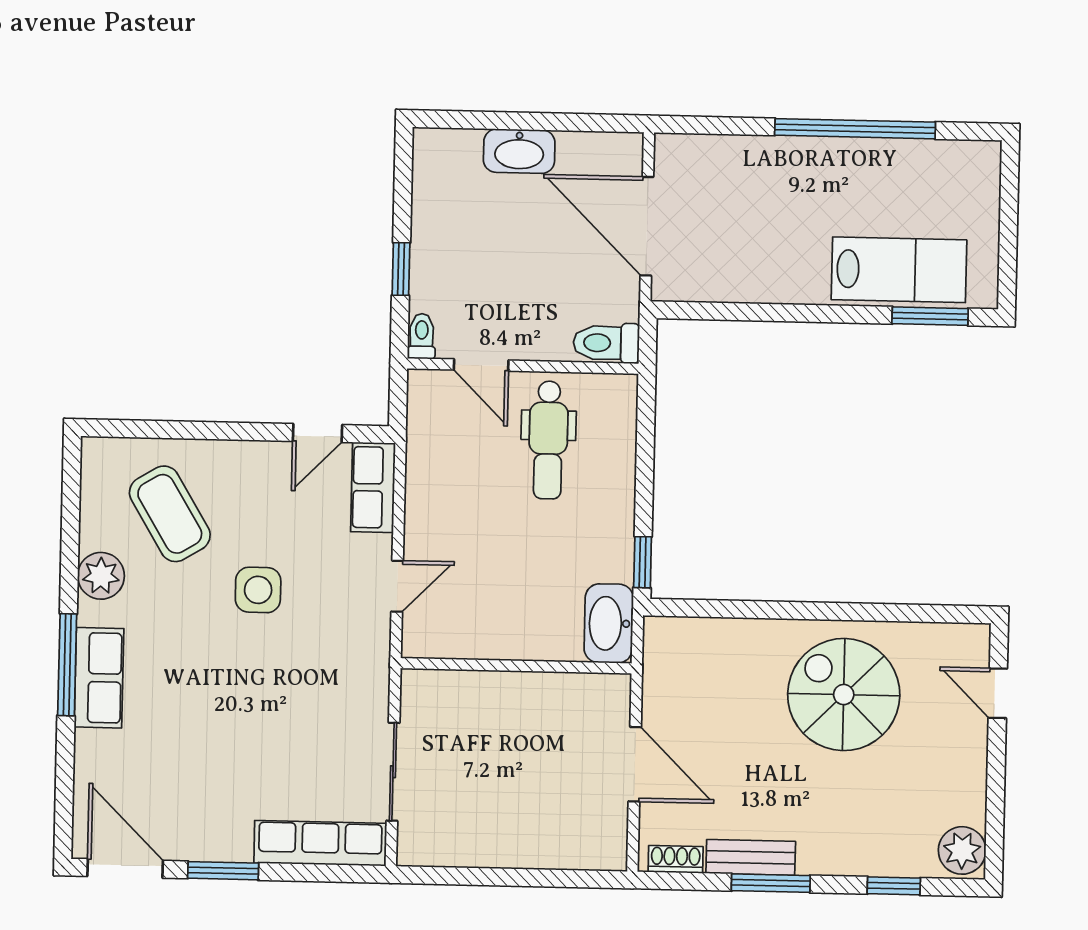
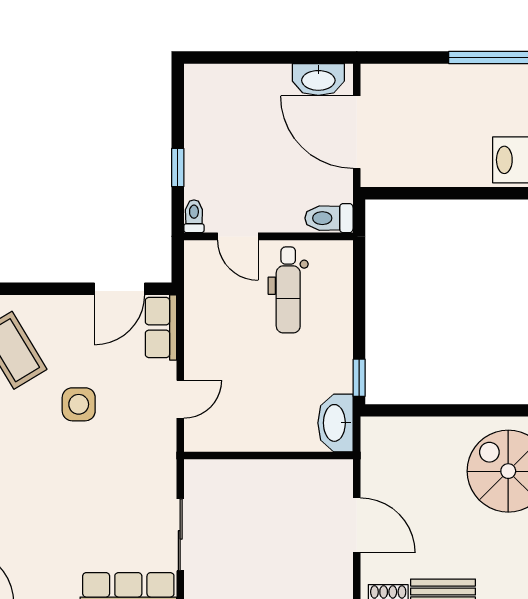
washbasin: (519, 151) -> (318, 79), moved
door: (318, 433) -> (119, 289), width x1.38

